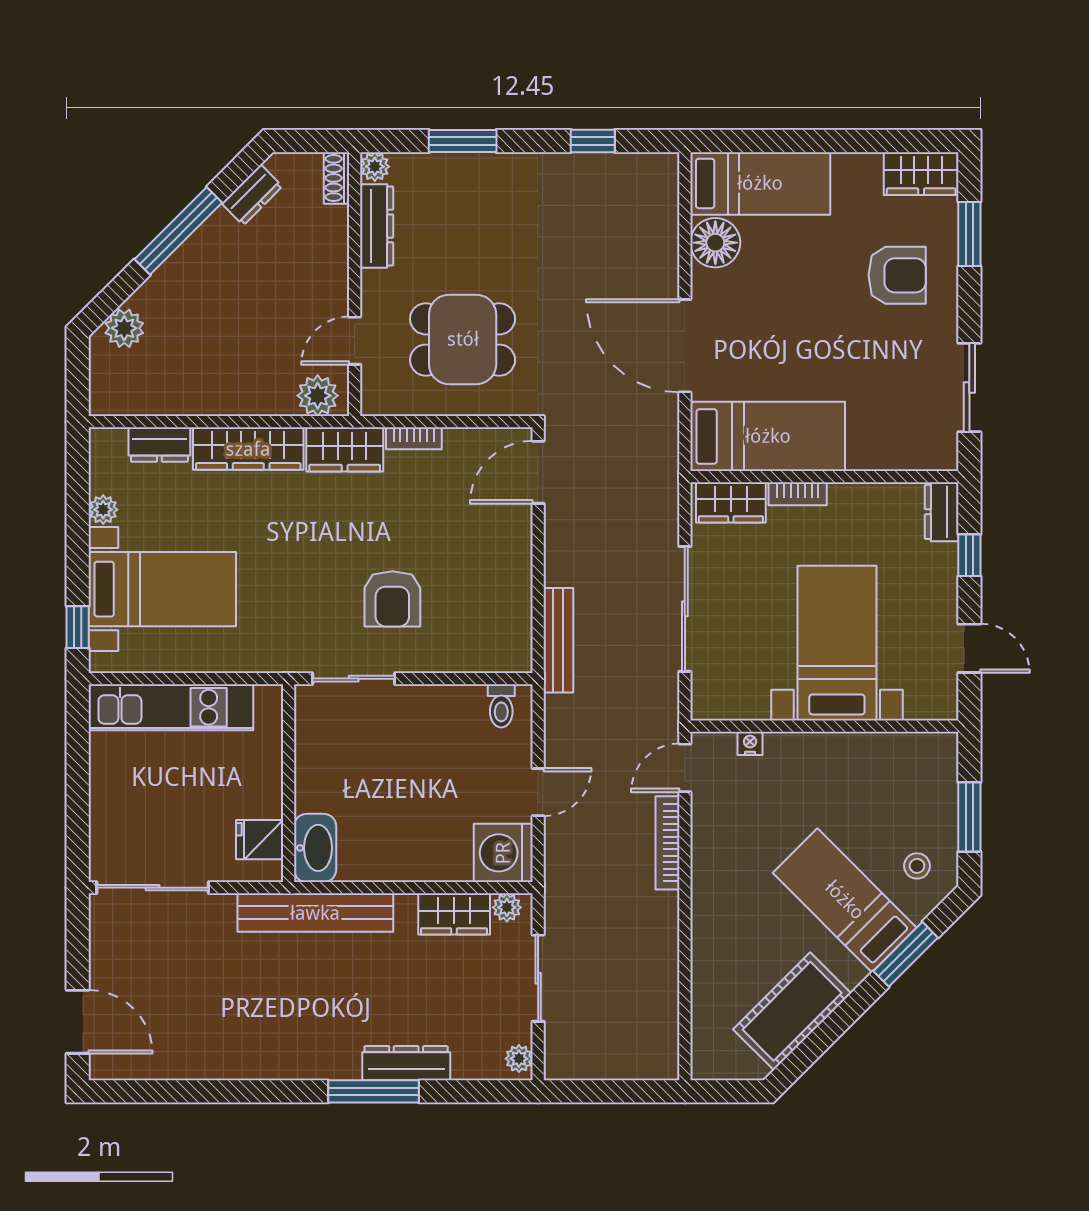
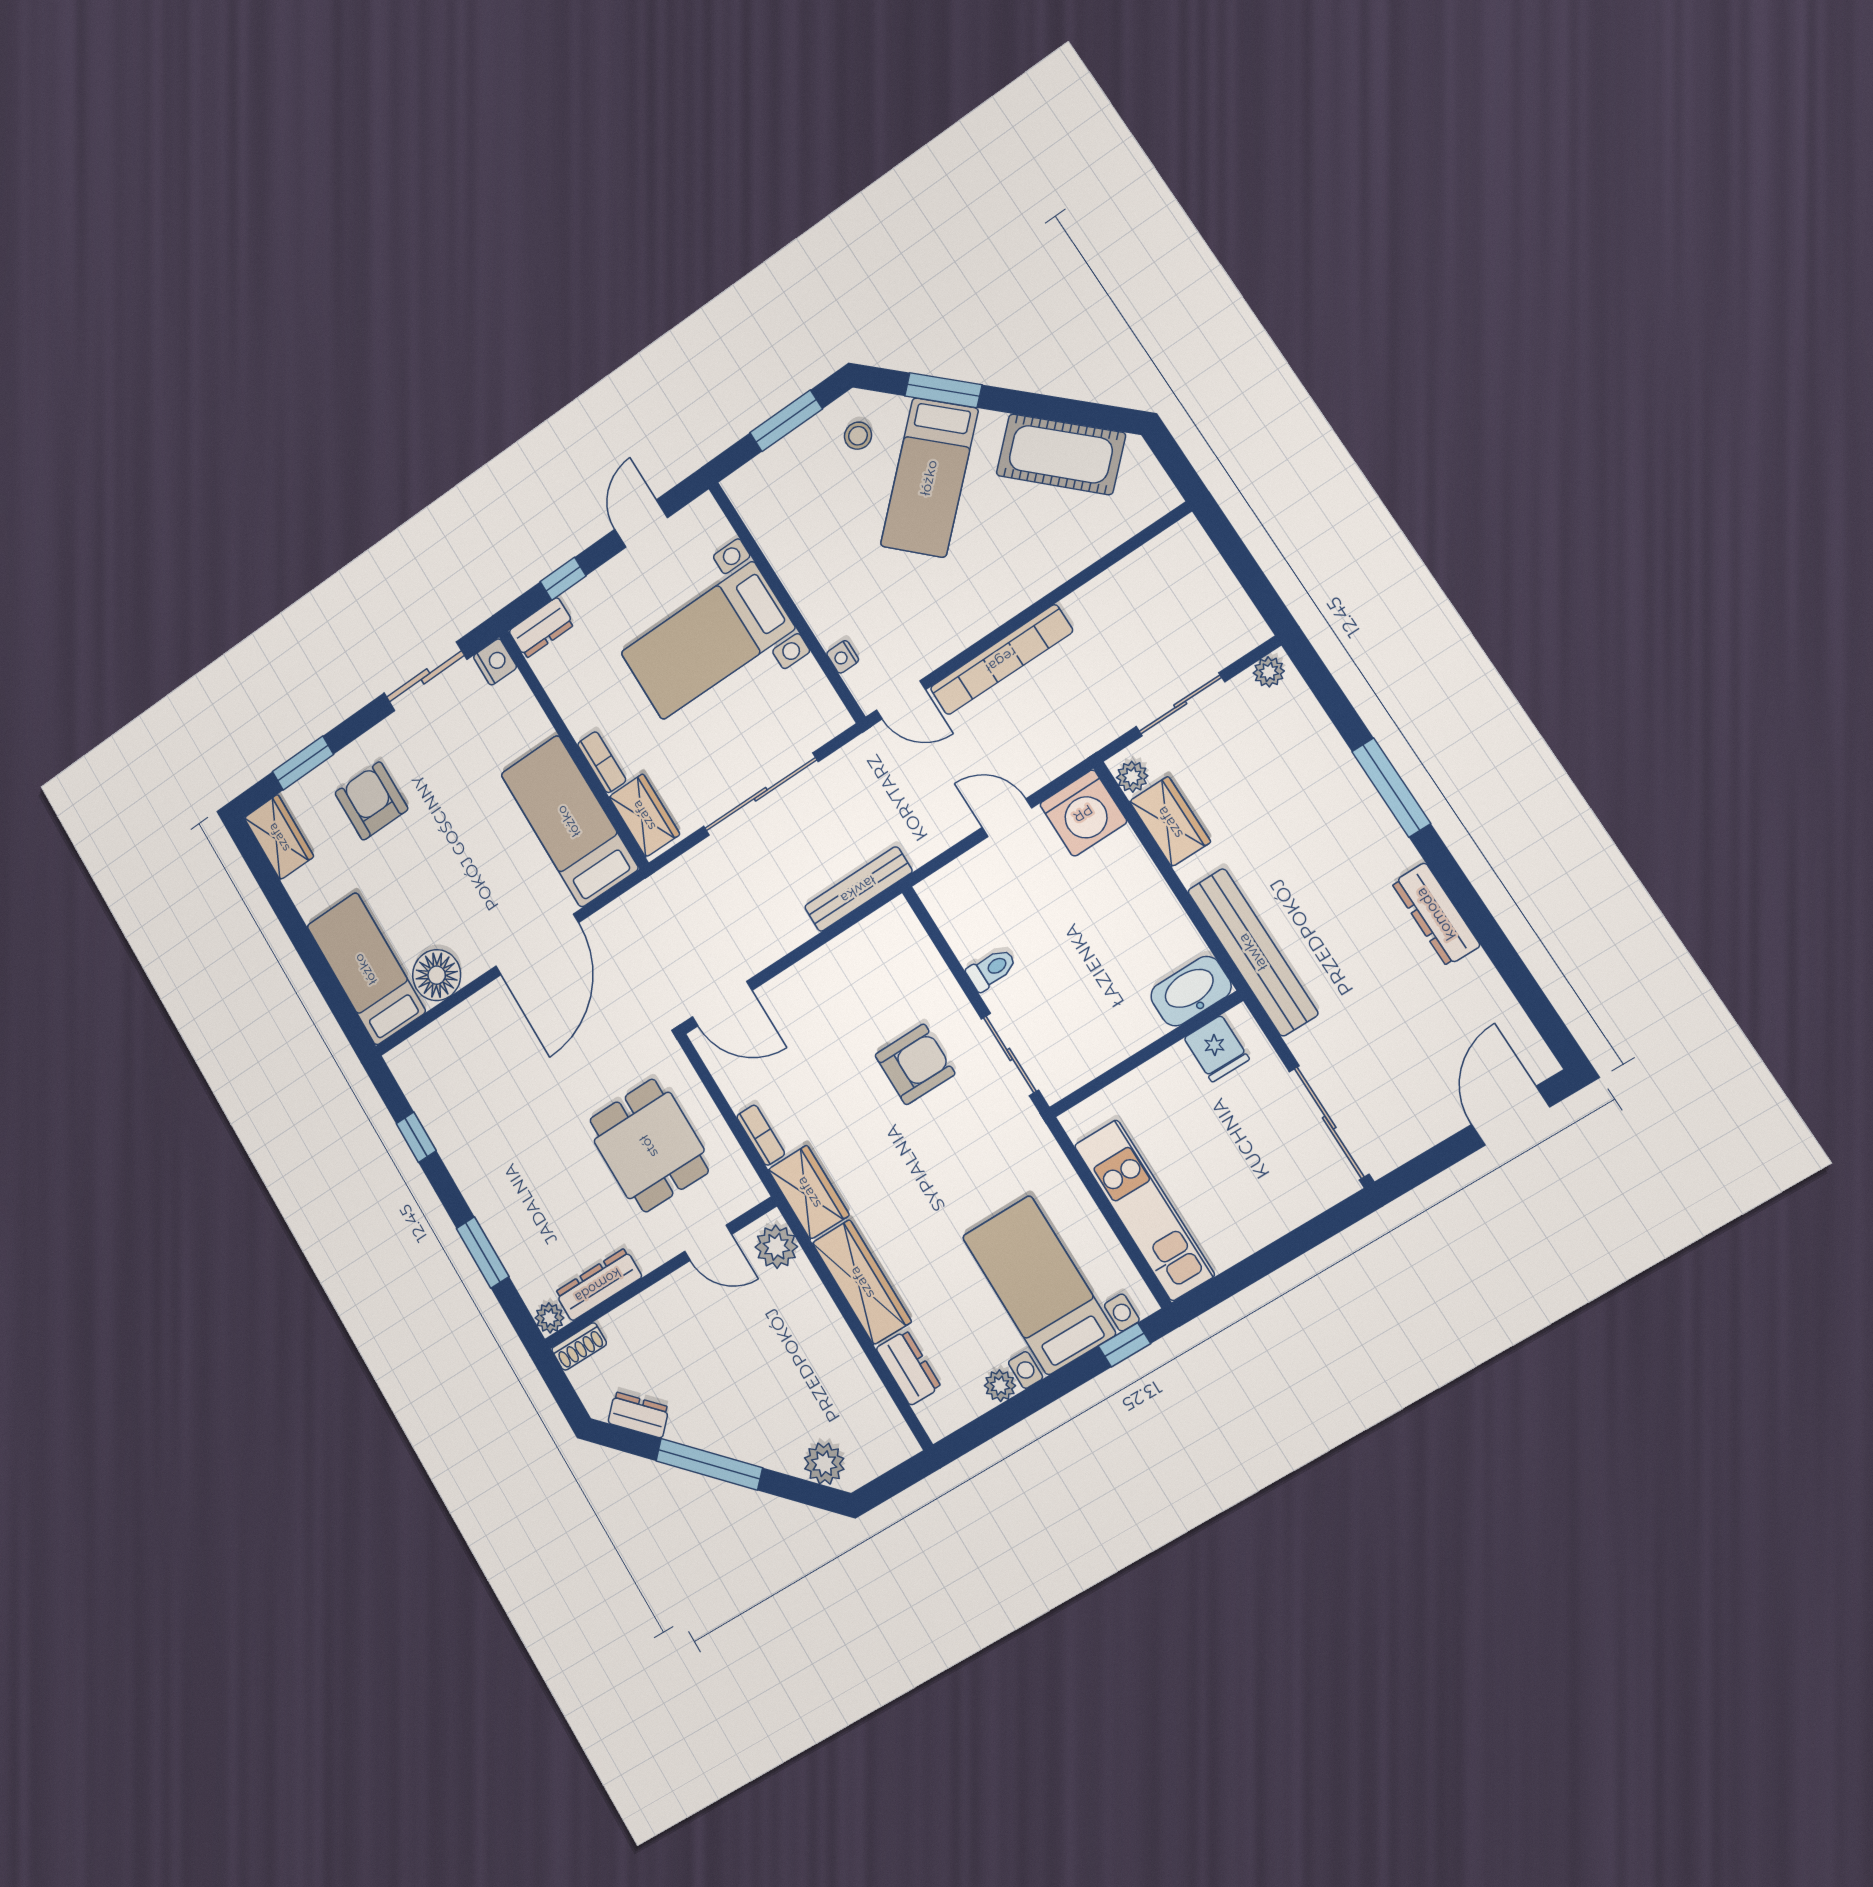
nightstand: (941, 455) -> (495, 662), added
toilet: (501, 706) -> (991, 969), moved
bookcase: (667, 843) -> (1001, 660), width x1.48, depth x1.31
dresser: (406, 1063) -> (1436, 914), moved

